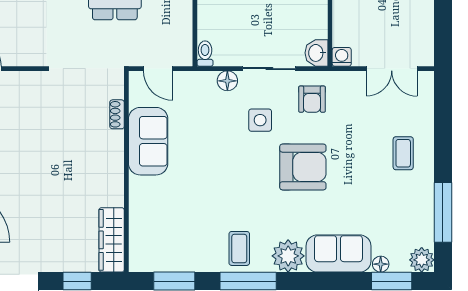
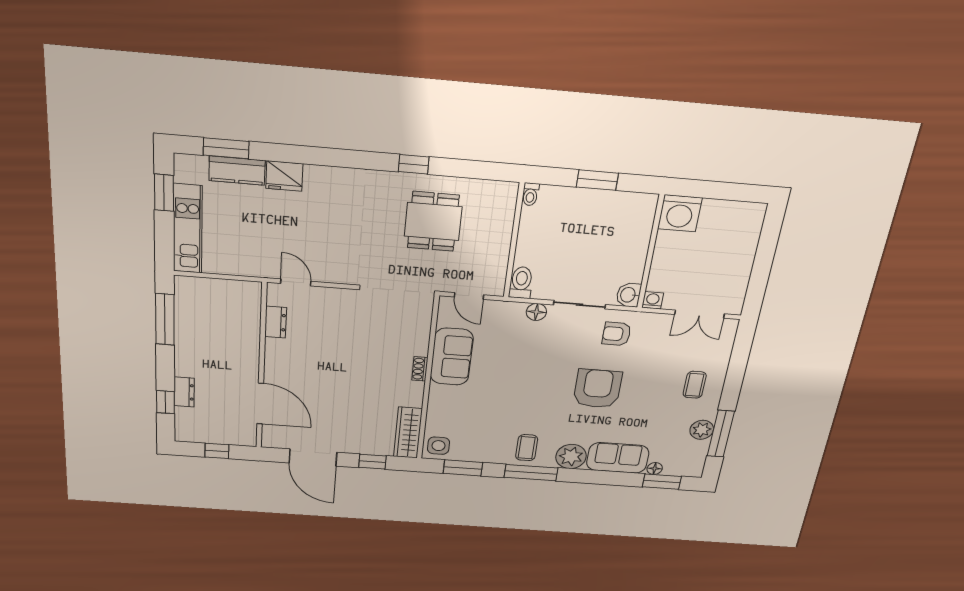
toilet: (205, 54) -> (521, 283), width x1.37, depth x1.39
armchair: (312, 99) -> (617, 334), turned 90
shoe rack: (117, 114) -> (420, 369), moved
side table: (260, 120) -> (438, 446), moved
armchair: (303, 167) -> (597, 389), turned -90
plant: (422, 260) -> (702, 430), moved

